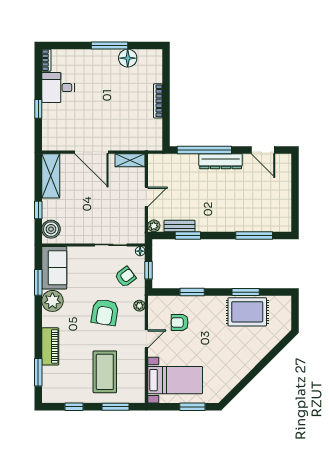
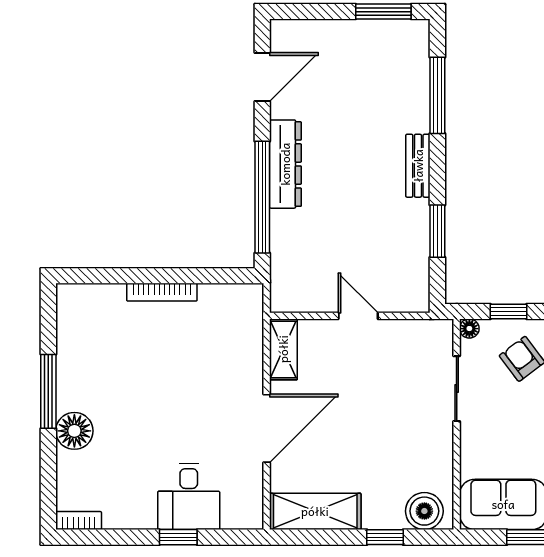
floor lamp: (128, 58) -> (74, 431), moved
desk: (58, 88) -> (189, 496), moved
window: (295, 209) -> (383, 12), added
plant: (154, 226) -> (418, 301), removed
bench: (179, 226) -> (418, 166), moved

